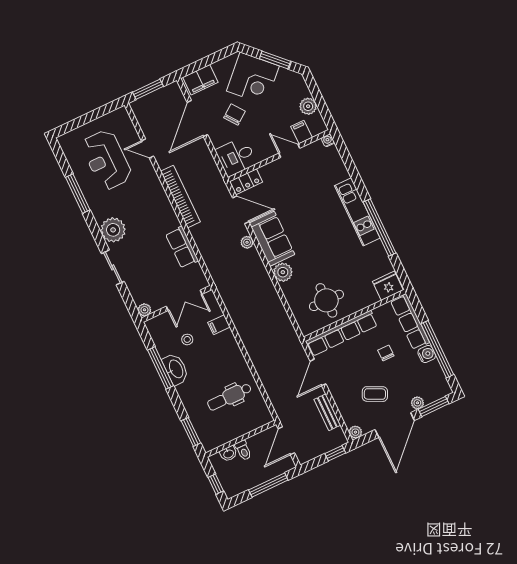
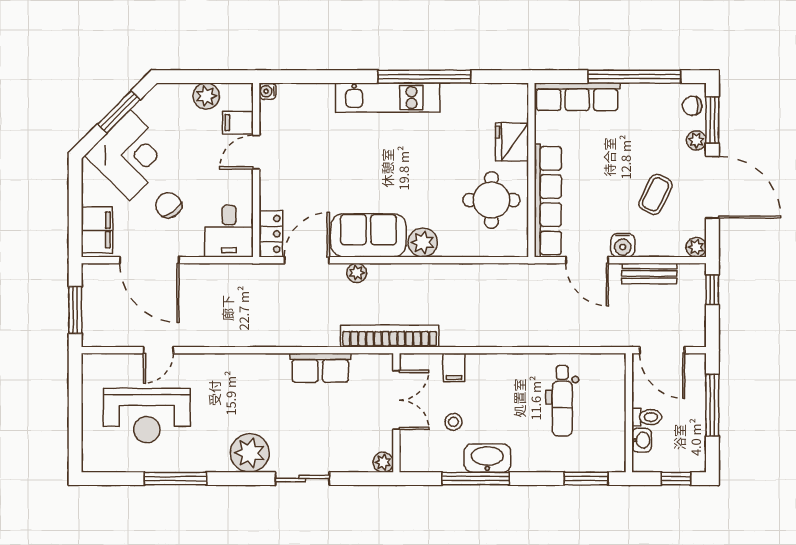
bookcase: (180, 197) -> (390, 336), moved
fridge: (388, 286) -> (512, 142), moved
chair: (386, 353) -> (692, 106), moved
water cooler: (427, 354) -> (623, 245), moved, turned 180

